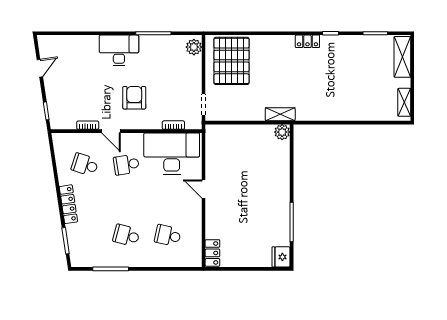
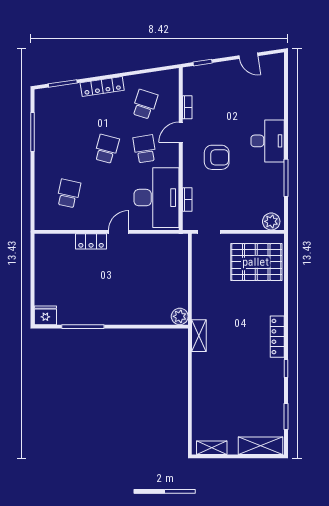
locker: (307, 41) -> (277, 337), width x1.53
shelving: (280, 114) -> (199, 336), moved
school desk: (126, 235) -> (107, 149), moved
locker: (212, 253) -> (91, 241), moved

